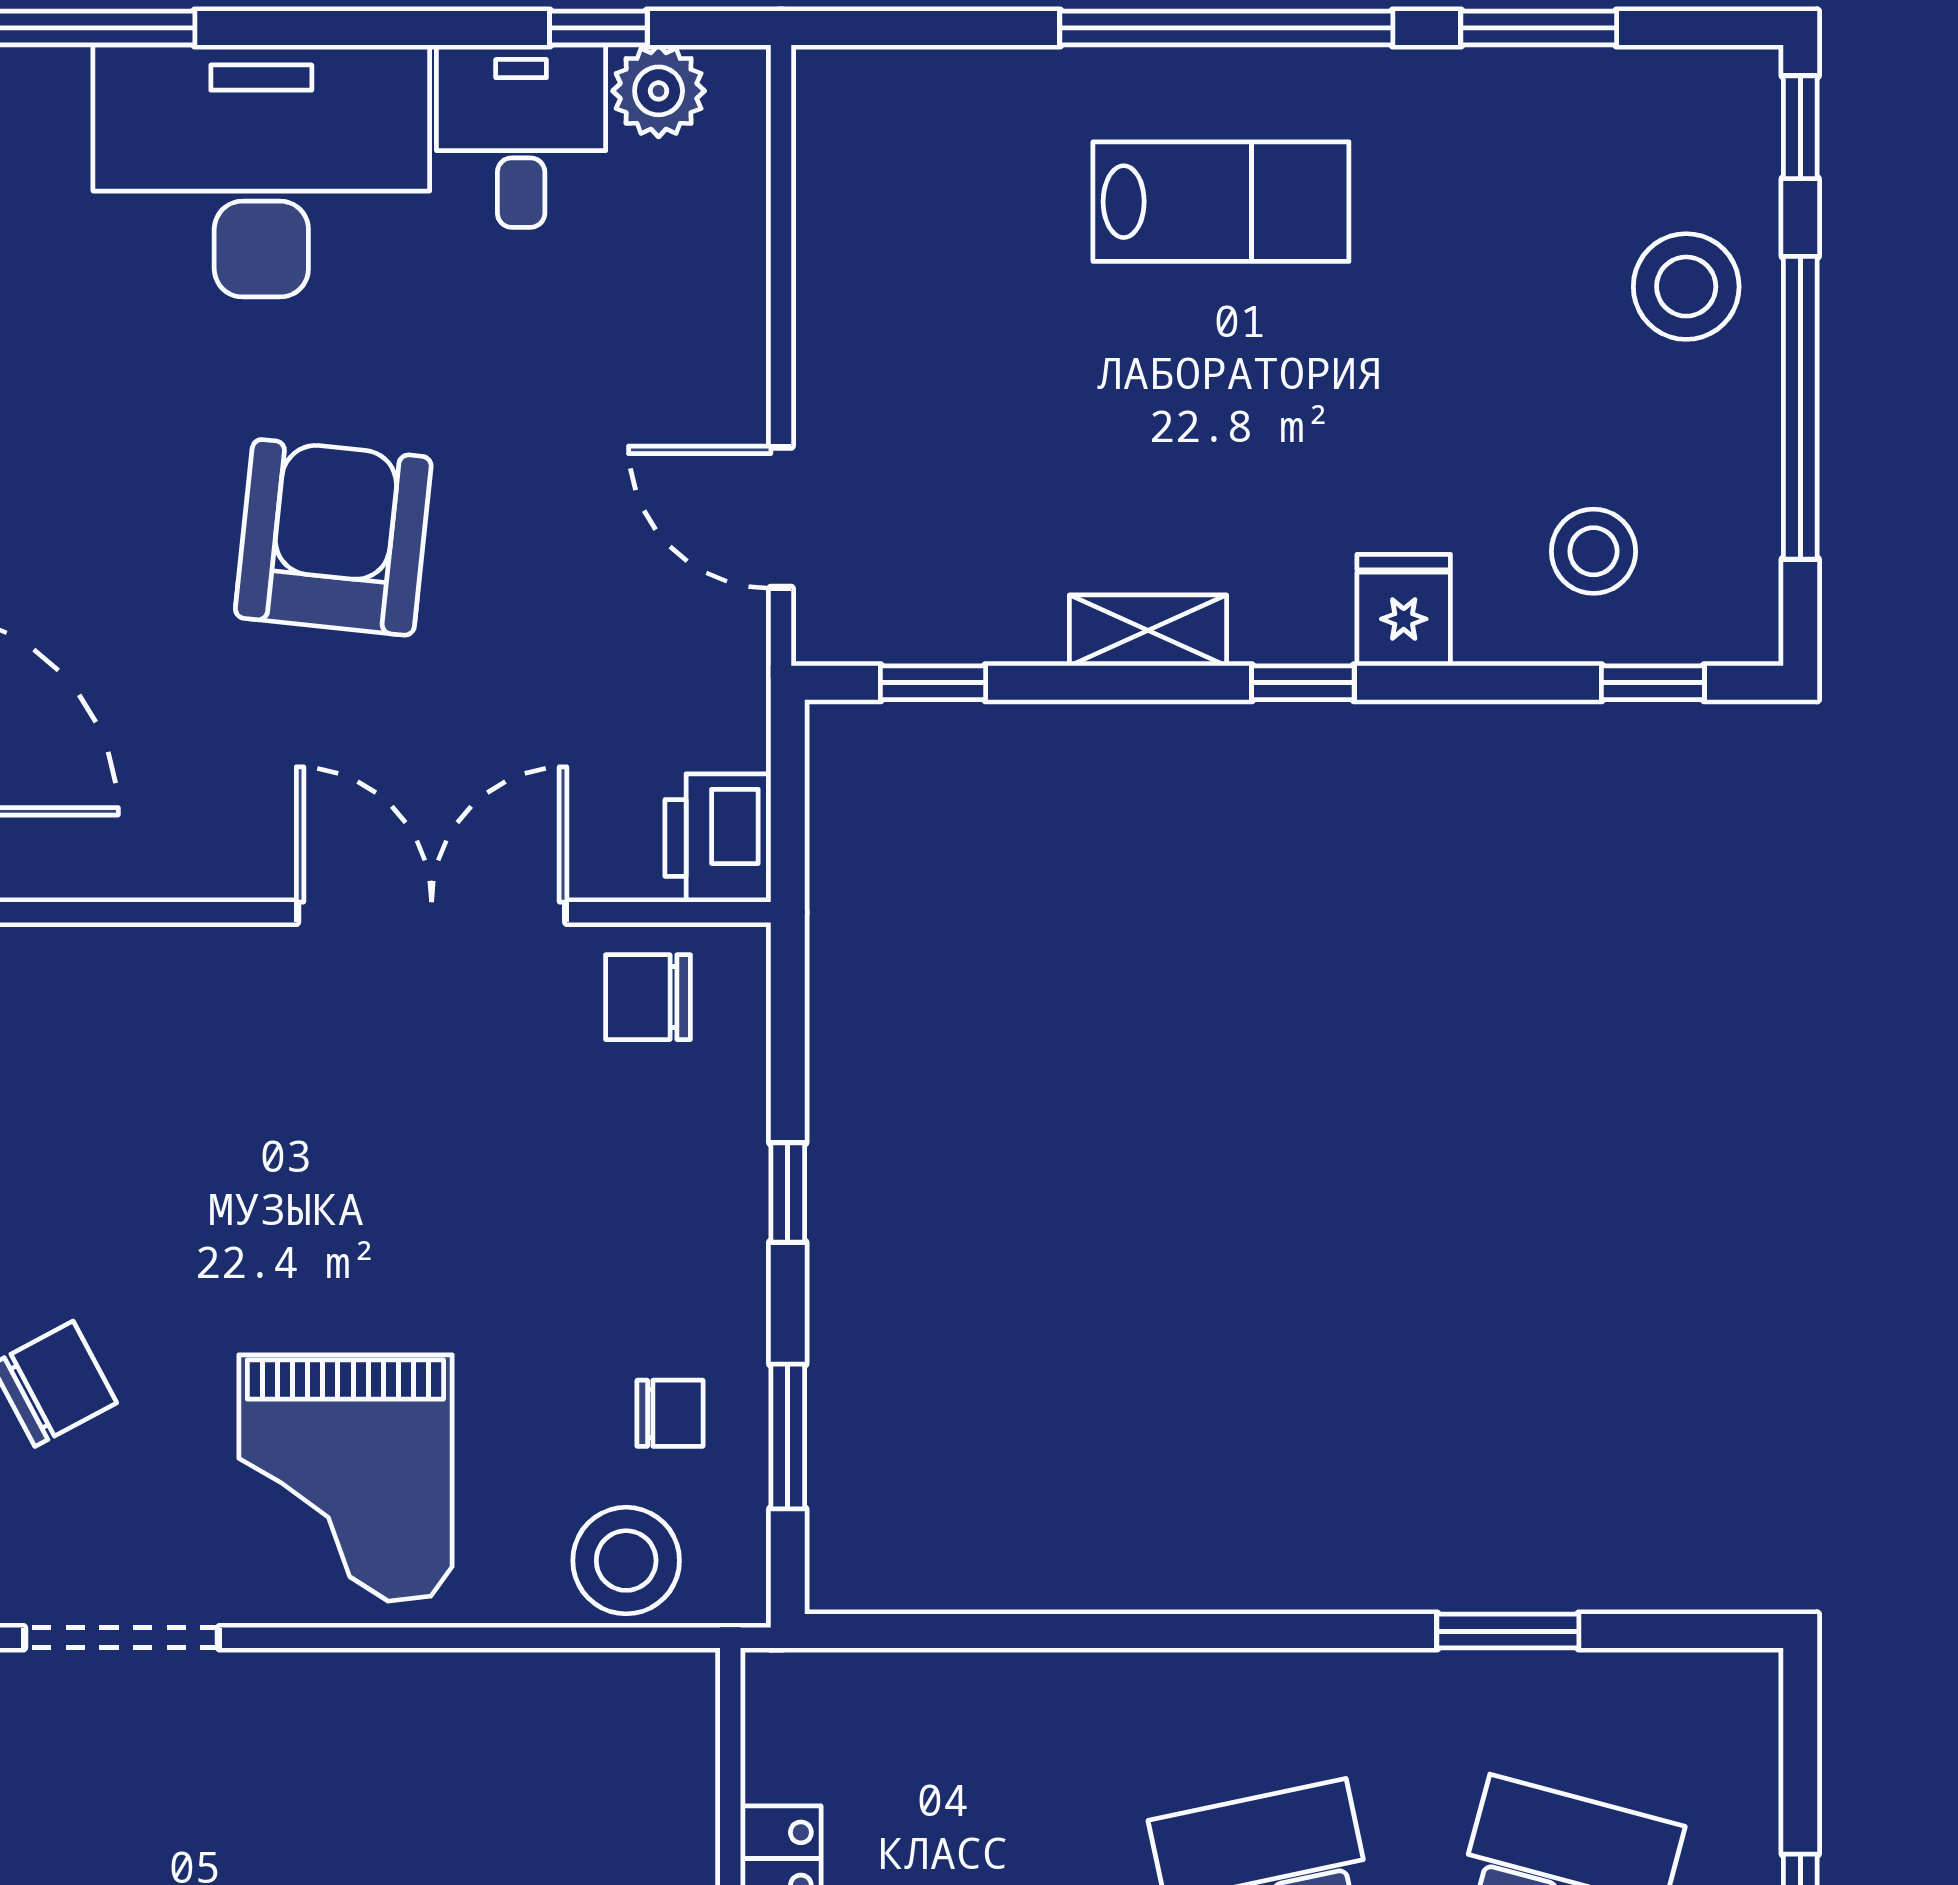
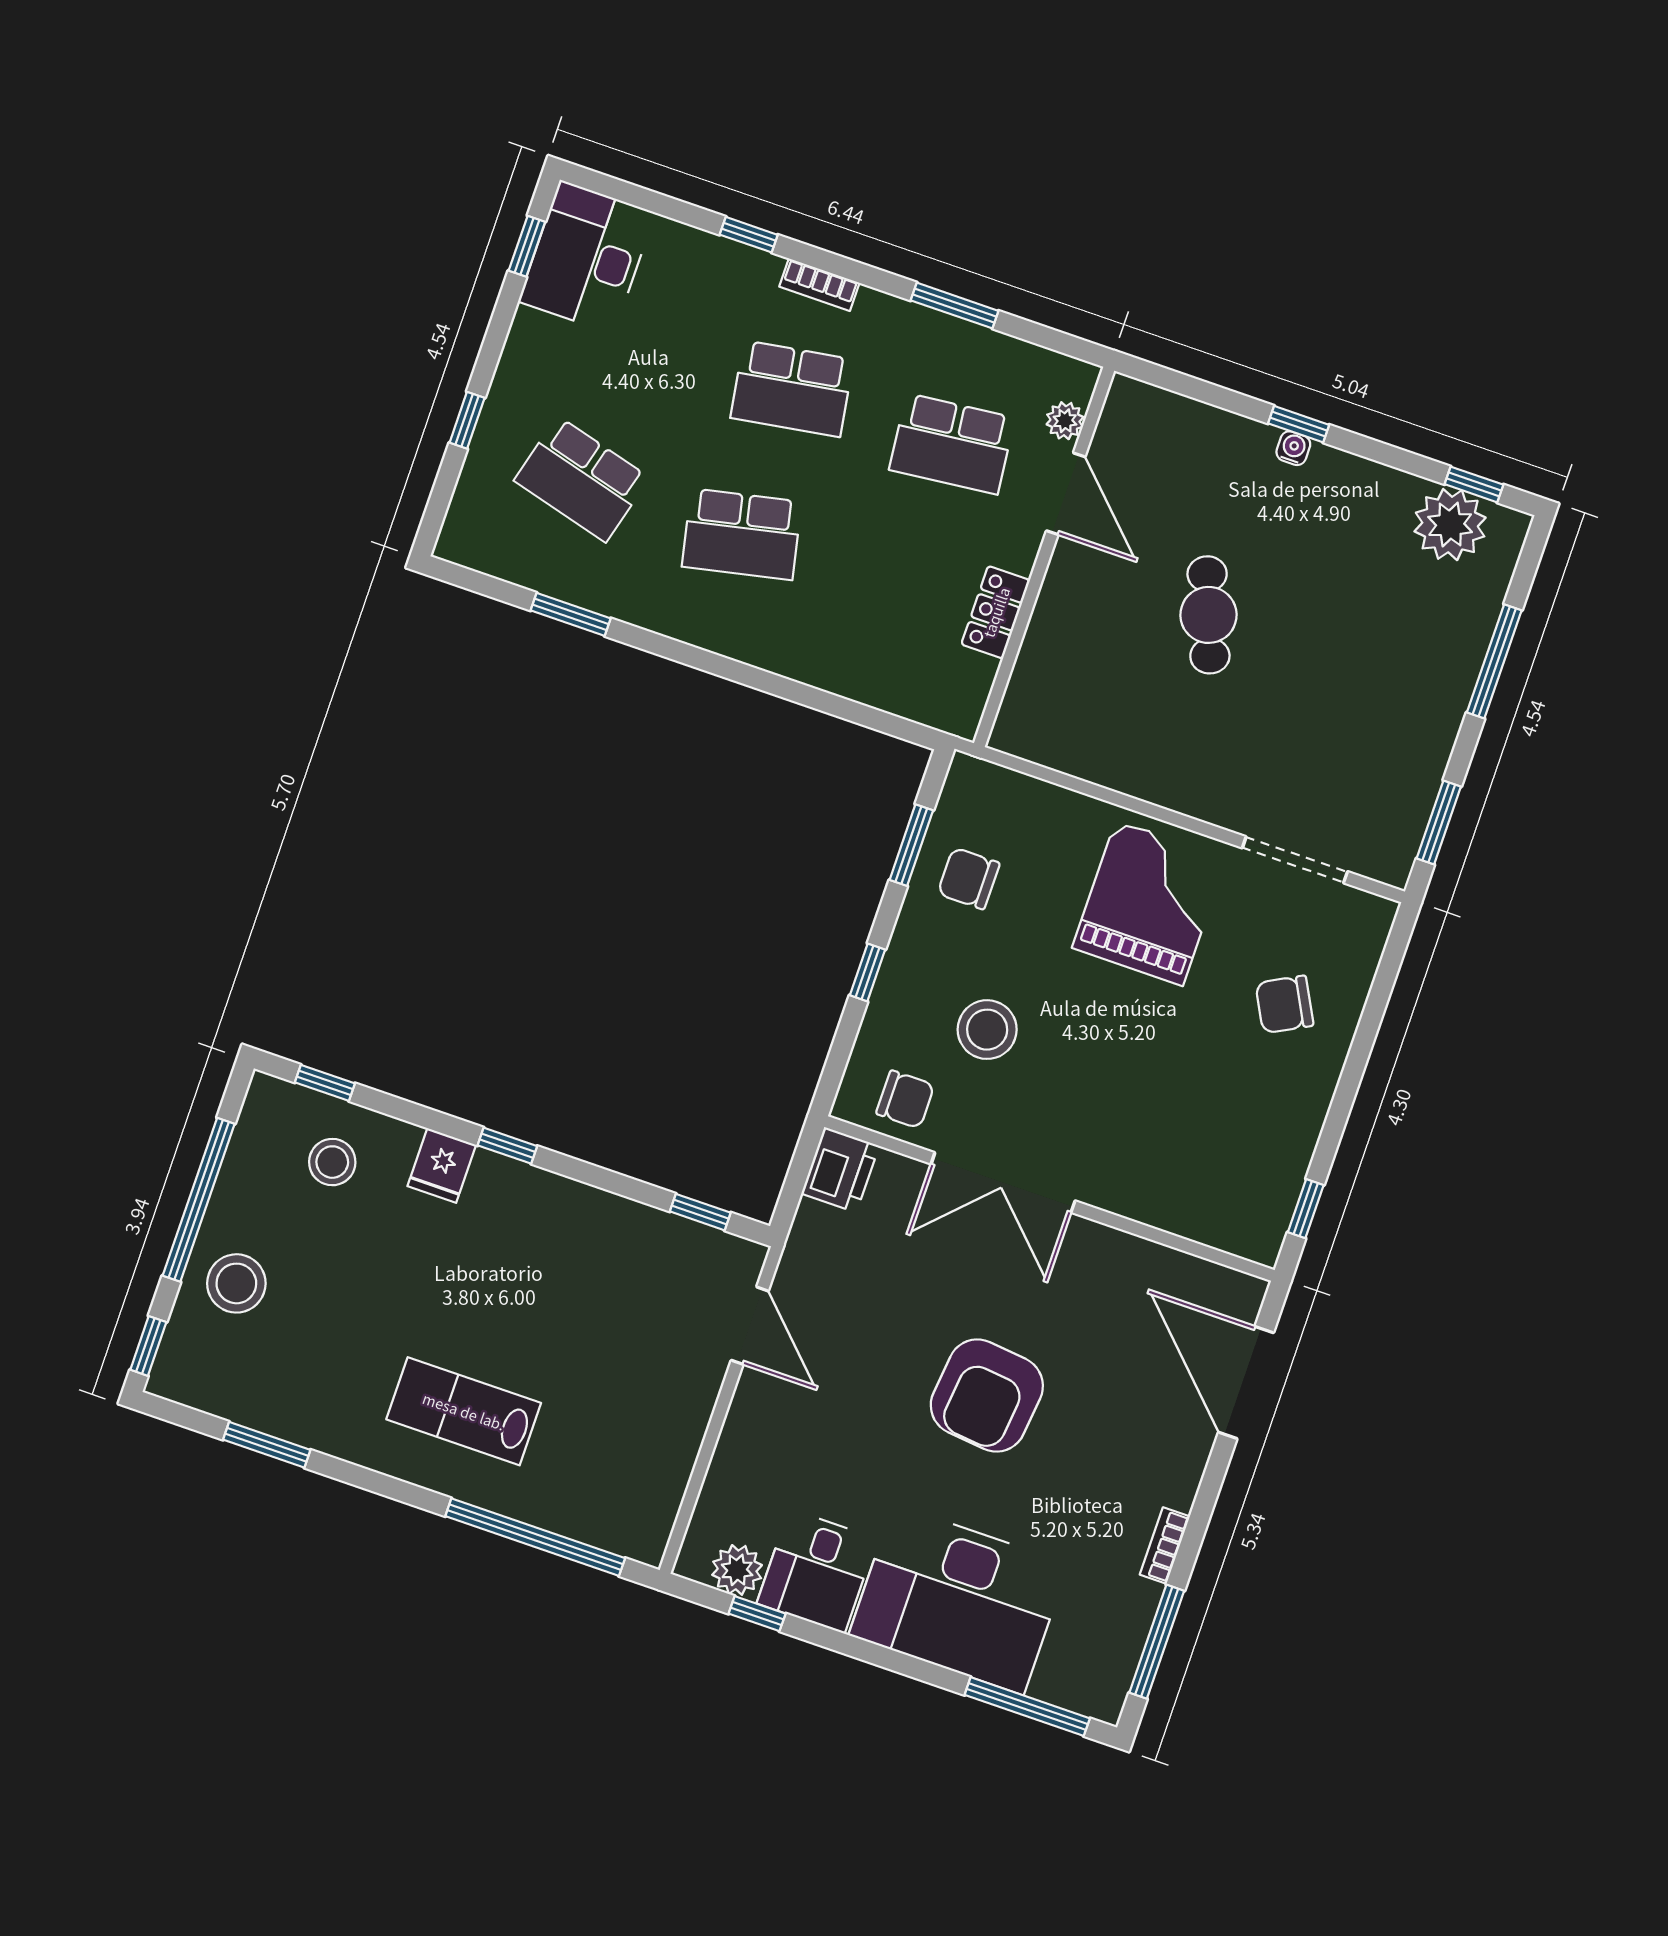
window: (1226, 28) -> (535, 1537), moved
shelving: (1148, 630) -> (579, 1201), removed
chair: (670, 1413) -> (969, 878), width x1.37, depth x1.37
stool: (626, 1561) -> (987, 1030), moved

